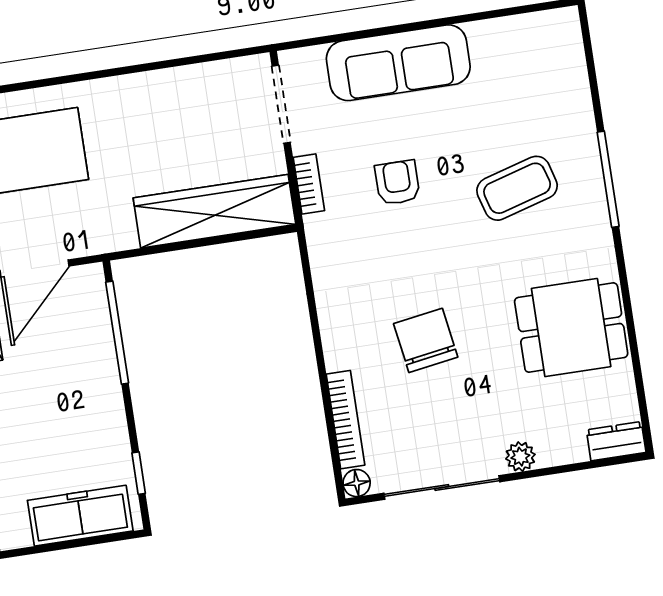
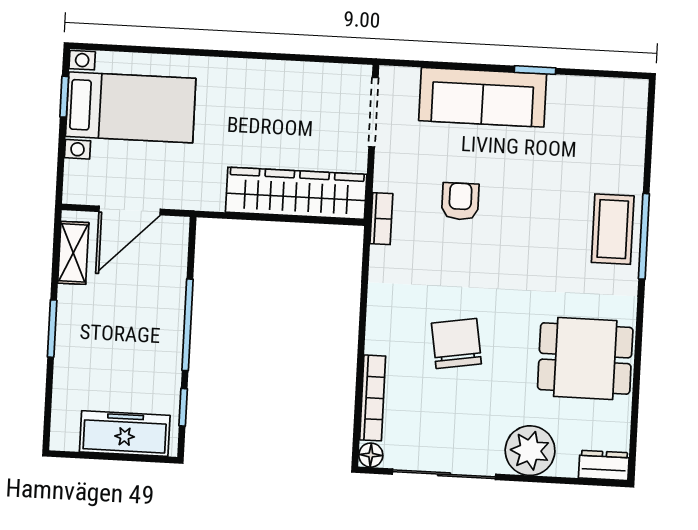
window: (450, 21) -> (535, 70), added
bookcase: (309, 184) -> (381, 219), moved
coffee table: (517, 188) -> (613, 229), moved, turned -74
window: (117, 333) -> (187, 325), moved
plant: (520, 457) -> (530, 451), width x1.87, depth x1.87

